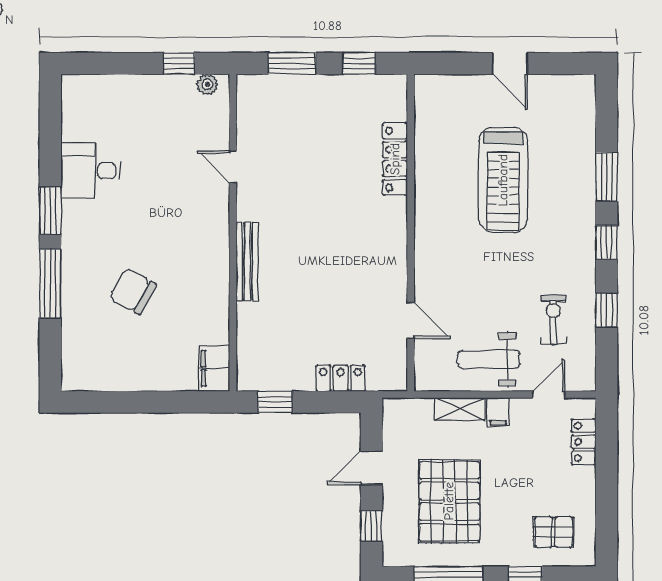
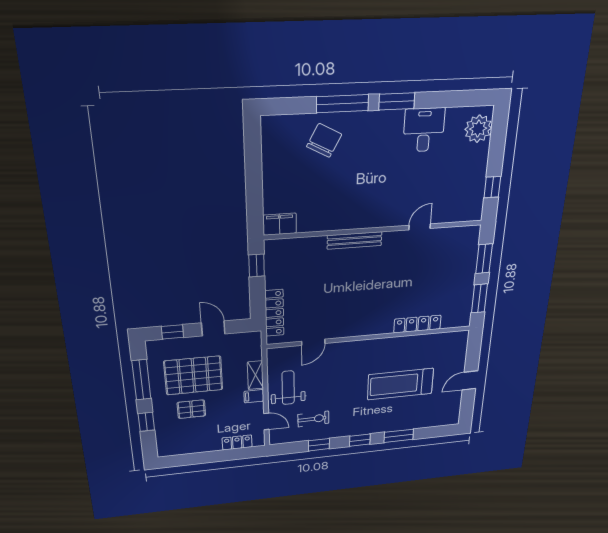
window: (359, 63) -> (479, 298), width x1.50
plant: (207, 84) -> (478, 129), moved, width x1.88, depth x1.88
chair: (133, 291) -> (324, 140), moved
locker: (341, 378) -> (274, 313), width x1.53
pallet: (553, 532) -> (191, 409), moved, turned 90

